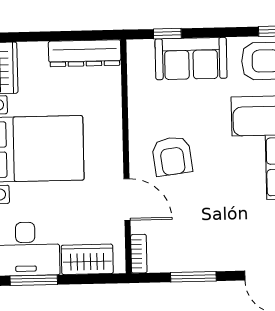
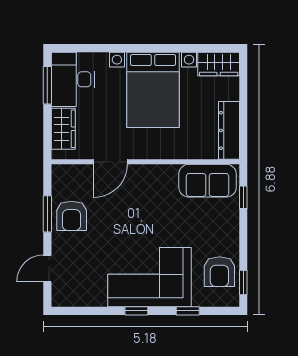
sofa: (191, 59) -> (208, 181), moved, turned -90
armchair: (172, 156) -> (72, 216), moved, turned -83
bookcase: (139, 254) -> (67, 170), removed

